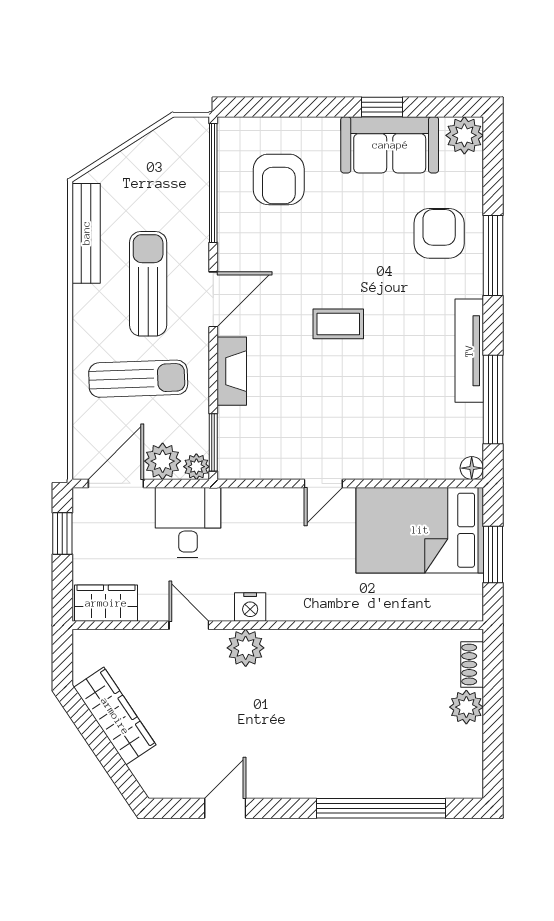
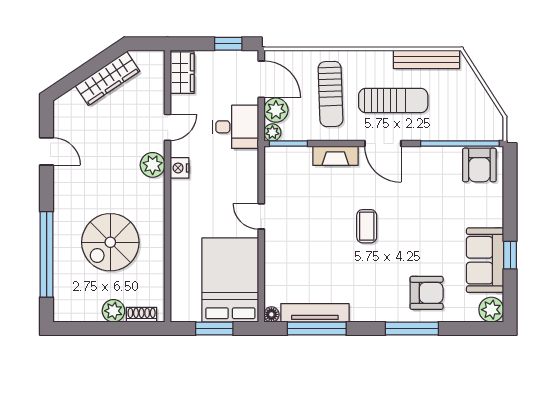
armchair: (279, 179) -> (479, 165), moved, turned -90
tv unit: (469, 351) -> (315, 313), moved
spiral stairs: (363, 712) -> (110, 242), added

